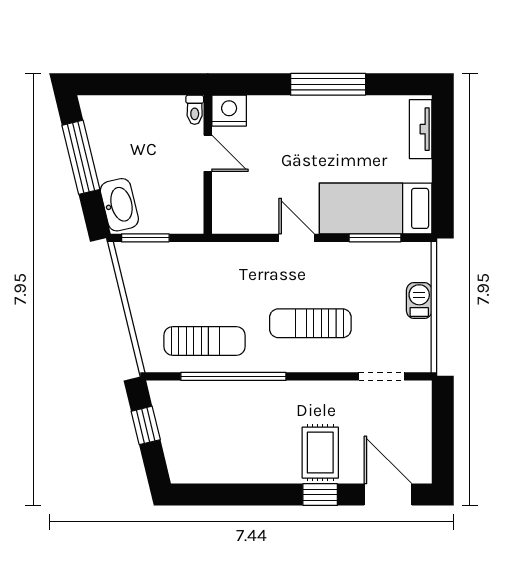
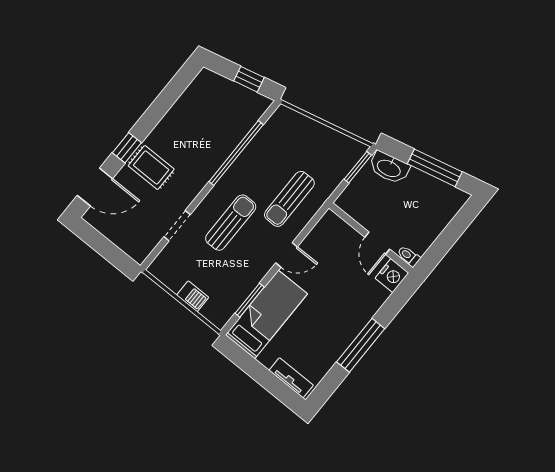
door: (208, 153) -> (377, 243), hinge flipped
sun lounger: (205, 341) -> (289, 199), moved
doorway: (381, 376) -> (177, 226), moved

